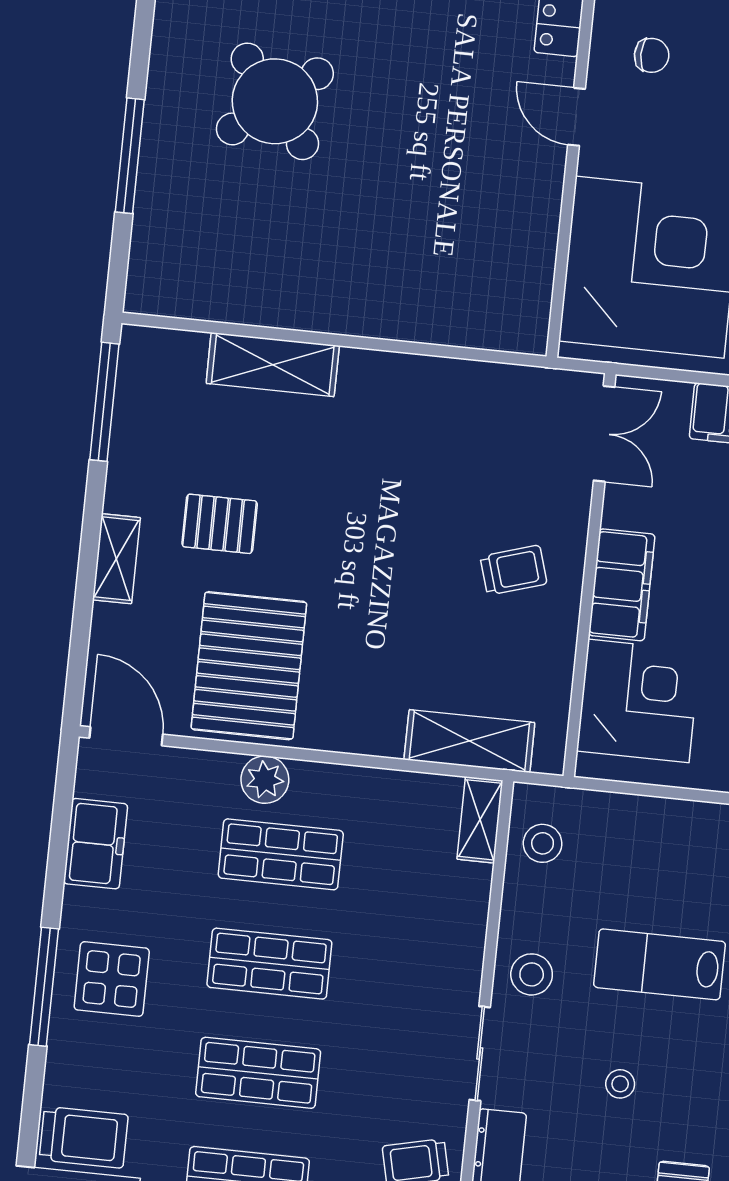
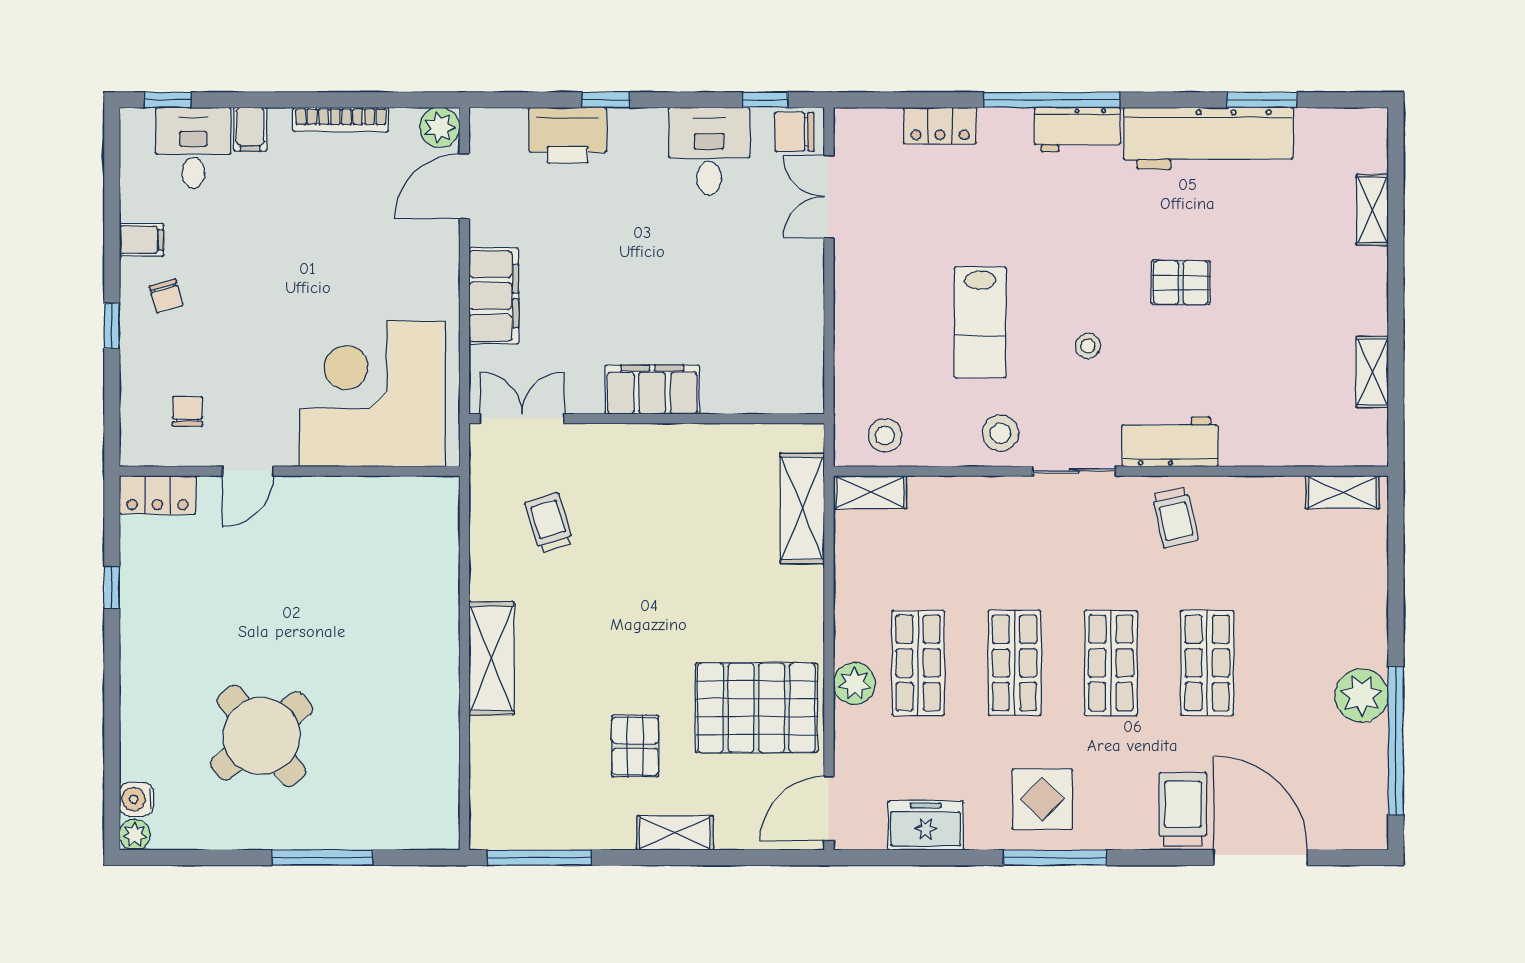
shelving: (273, 365) -> (491, 658), moved
trolley: (513, 570) -> (549, 523), moved
corner desk: (638, 701) -> (752, 365), removed

